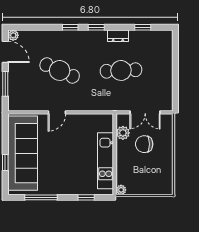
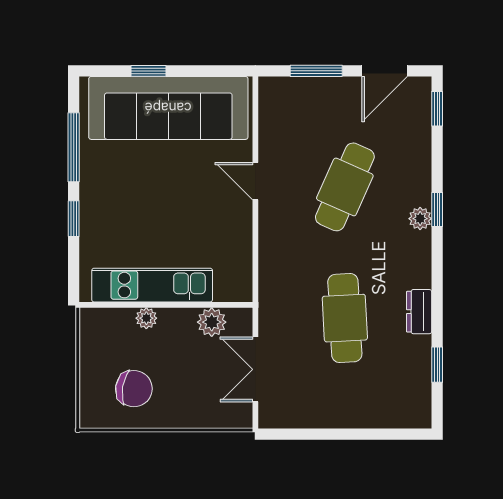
window: (96, 27) -> (437, 109), moved
plant: (13, 35) -> (420, 219), moved
chair: (144, 144) -> (134, 389), moved, turned 99
plant: (121, 190) -> (146, 318), moved
window: (86, 197) -> (74, 219), moved

